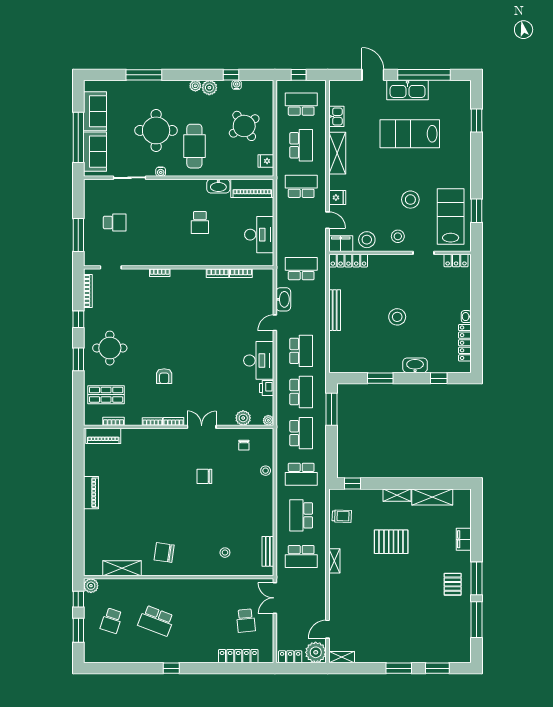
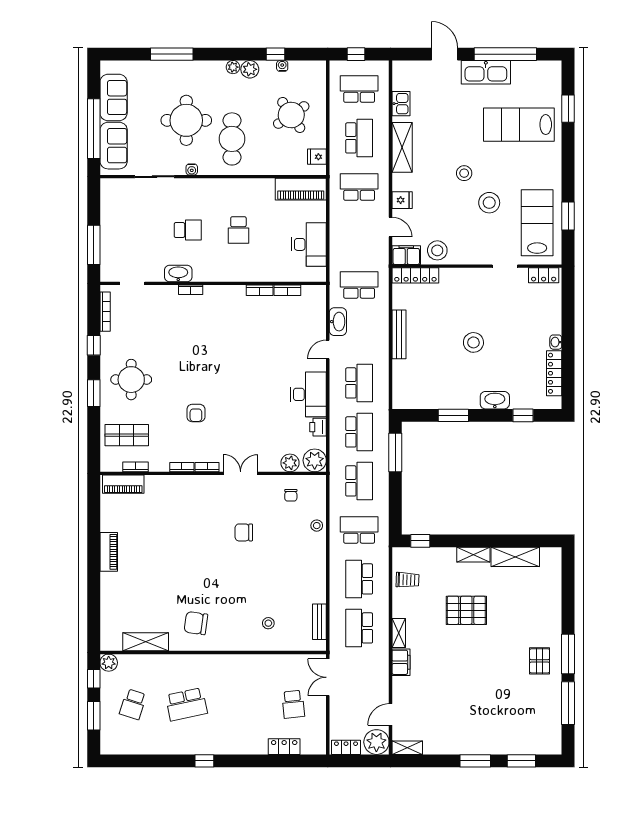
lab bench: (410, 134) -> (519, 125), moved
washbasin: (218, 186) -> (178, 273), moved, turned 180
school desk: (115, 223) -> (188, 230), moved
stool: (398, 236) -> (464, 173), moved
plant: (268, 420) -> (315, 460), width x1.88, depth x1.88
school desk: (301, 474) -> (359, 530), turned 180
filing cabinet: (464, 539) -> (401, 662), moved, turned 180
school desk: (301, 557) -> (359, 628), turned 90
school desk: (156, 621) -> (186, 704), turned -33
locker: (238, 656) -> (284, 747), width x0.66

